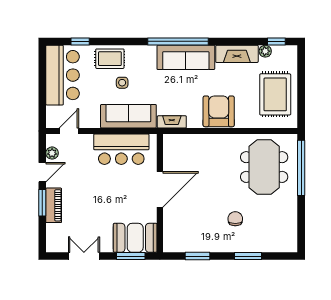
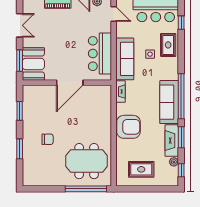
window: (232, 41) -> (181, 137), added
rug: (275, 94) -> (141, 169), width x0.73, depth x0.70
door: (160, 189) -> (70, 83), hinge flipped

